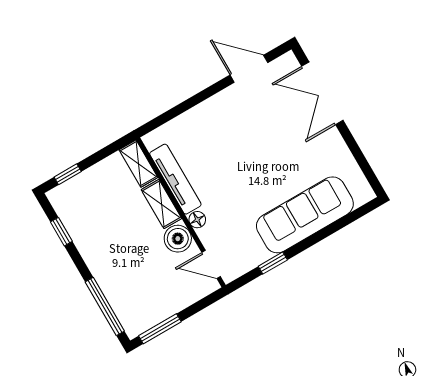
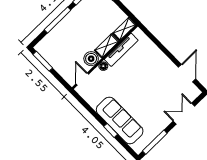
double door: (322, 93) -> (184, 114), width x0.73
window: (361, 160) -> (155, 142), added
window: (273, 263) -> (111, 130), moved
window: (105, 306) -> (58, 20), moved

